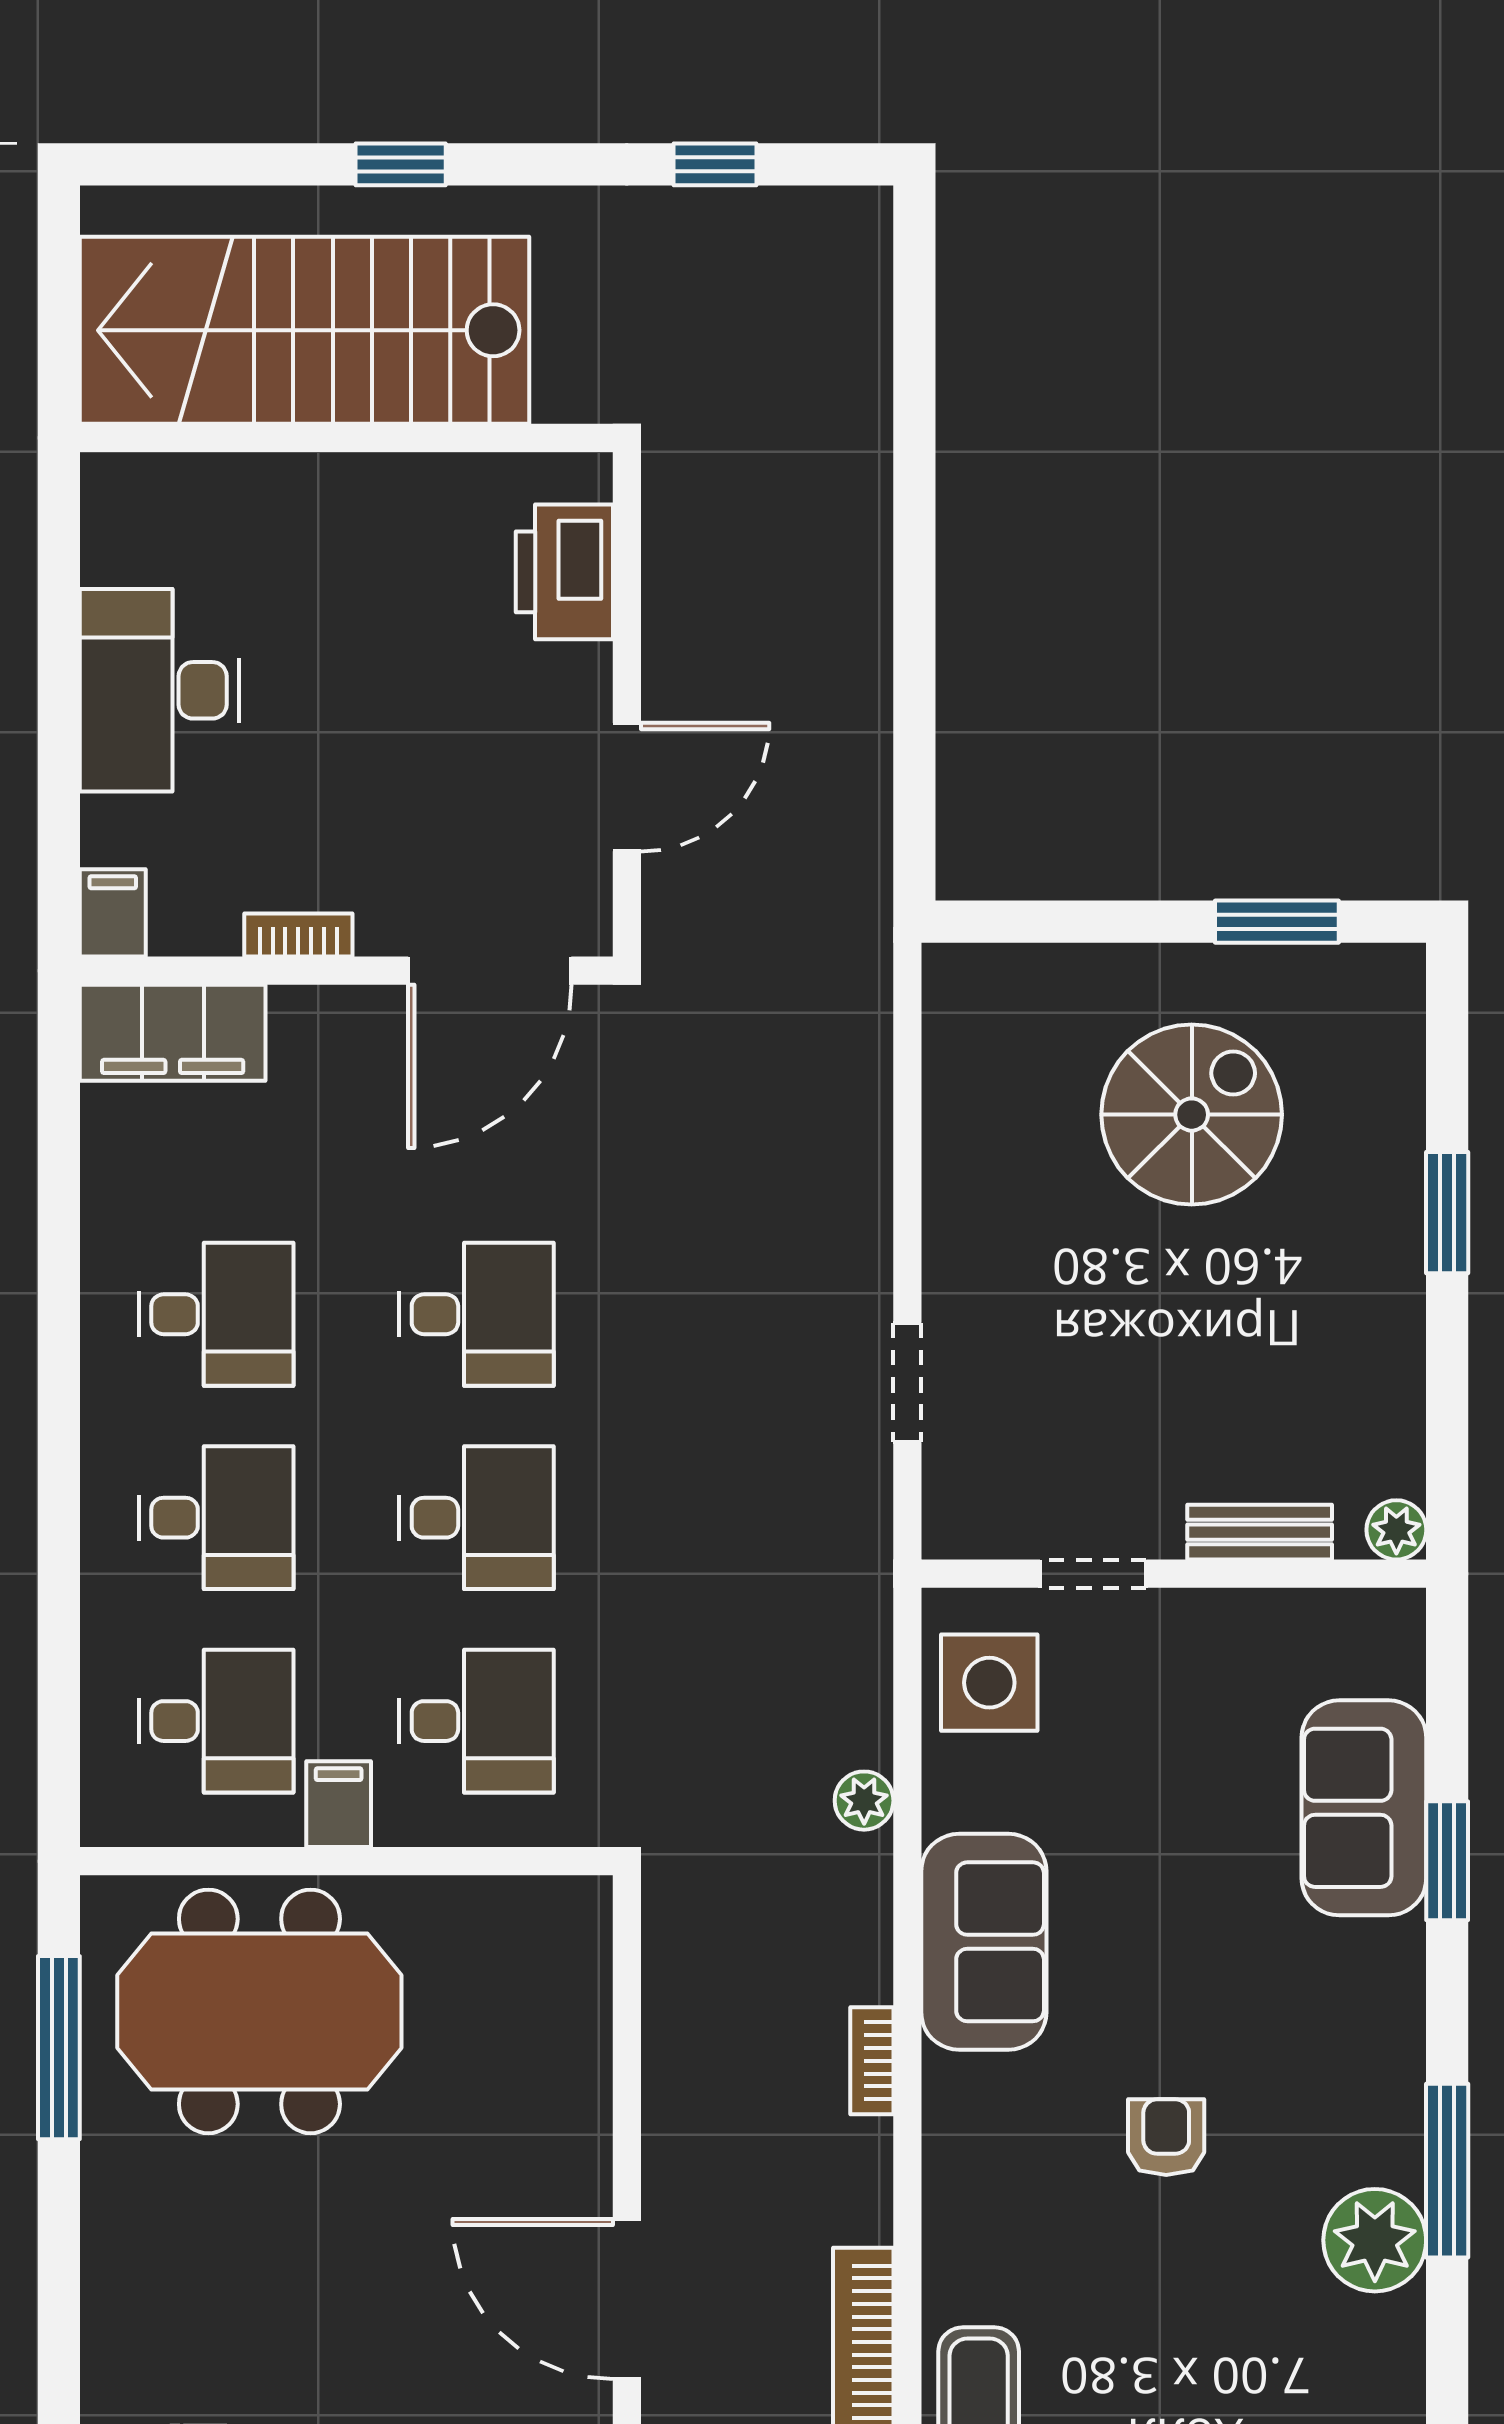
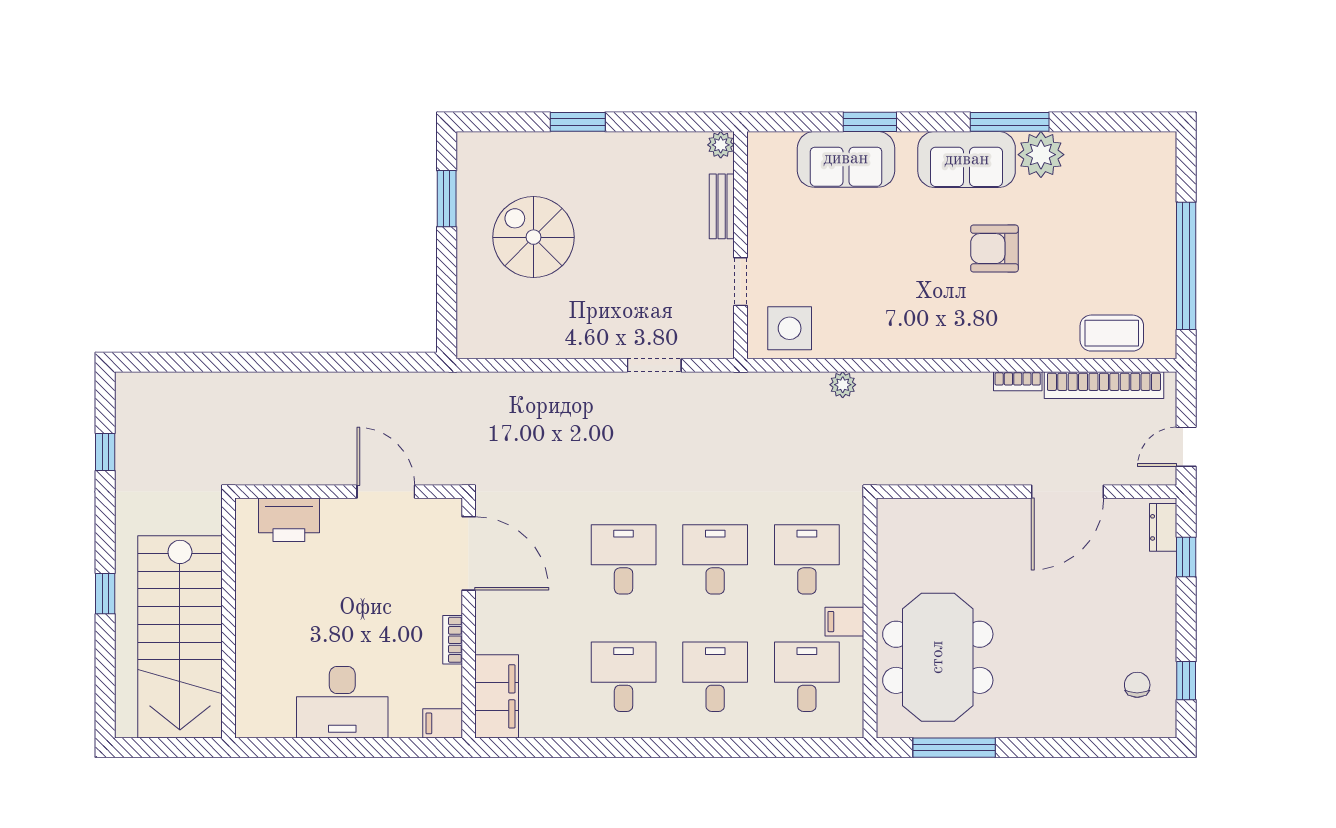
sofa: (984, 1942) -> (967, 160), moved, turned 180
bookcase: (872, 2061) -> (1018, 381), moved
armchair: (1166, 2137) -> (994, 249), width x1.38, depth x1.38

